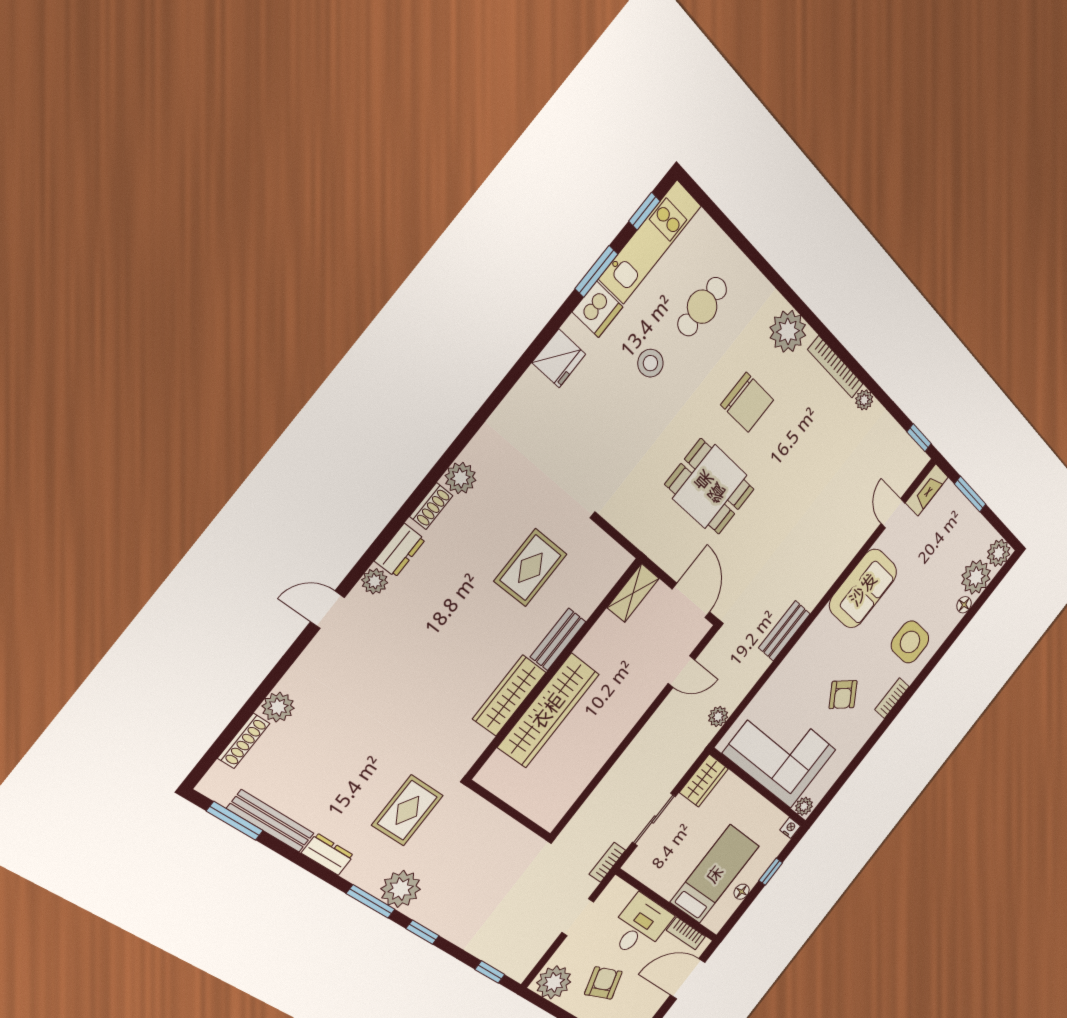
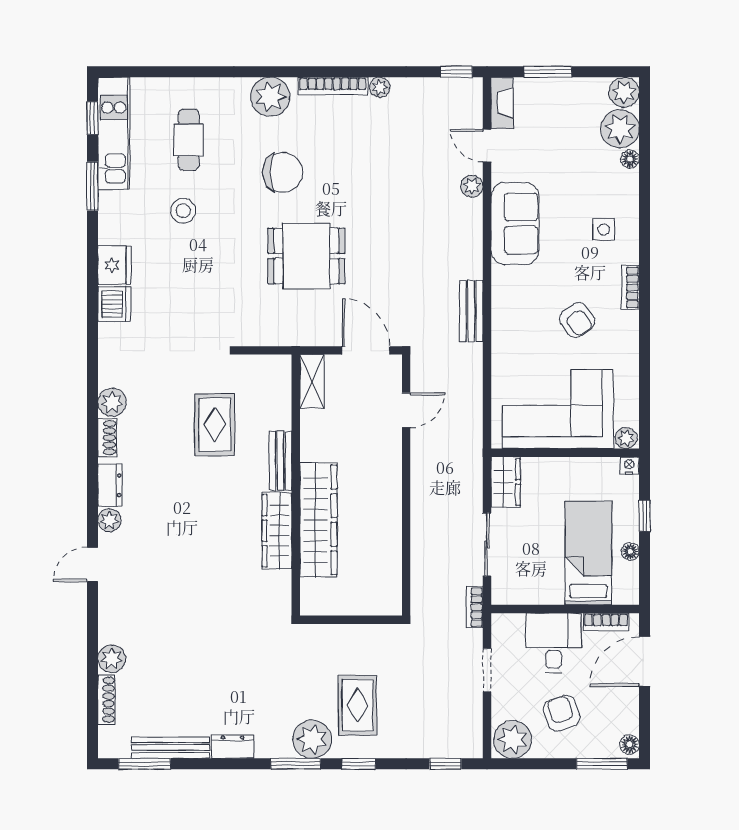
dishwasher: (598, 309) -> (114, 304), moved
side table: (910, 642) -> (604, 230), width x0.54, depth x0.54
plant: (718, 717) -> (472, 186), moved
rug: (407, 810) -> (358, 705), moved

